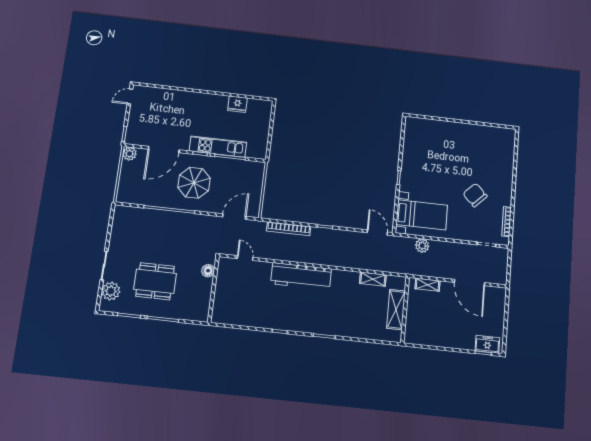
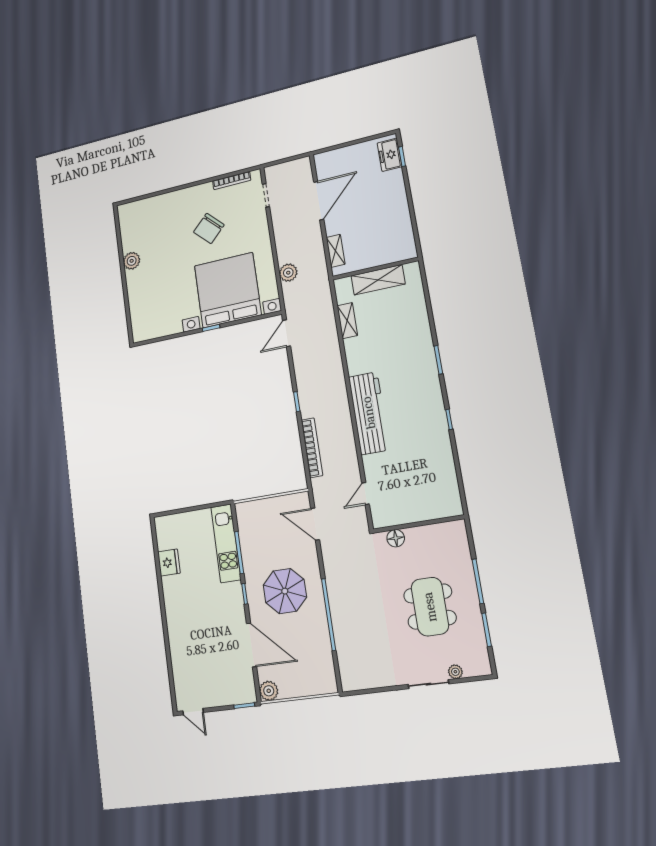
plant: (469, 130) -> (132, 261), added
kitchen unit: (218, 147) -> (226, 543), moved
bed with nightstands: (422, 215) -> (228, 290), width x1.85
plant: (111, 291) -> (455, 672), width x0.53, depth x0.53

